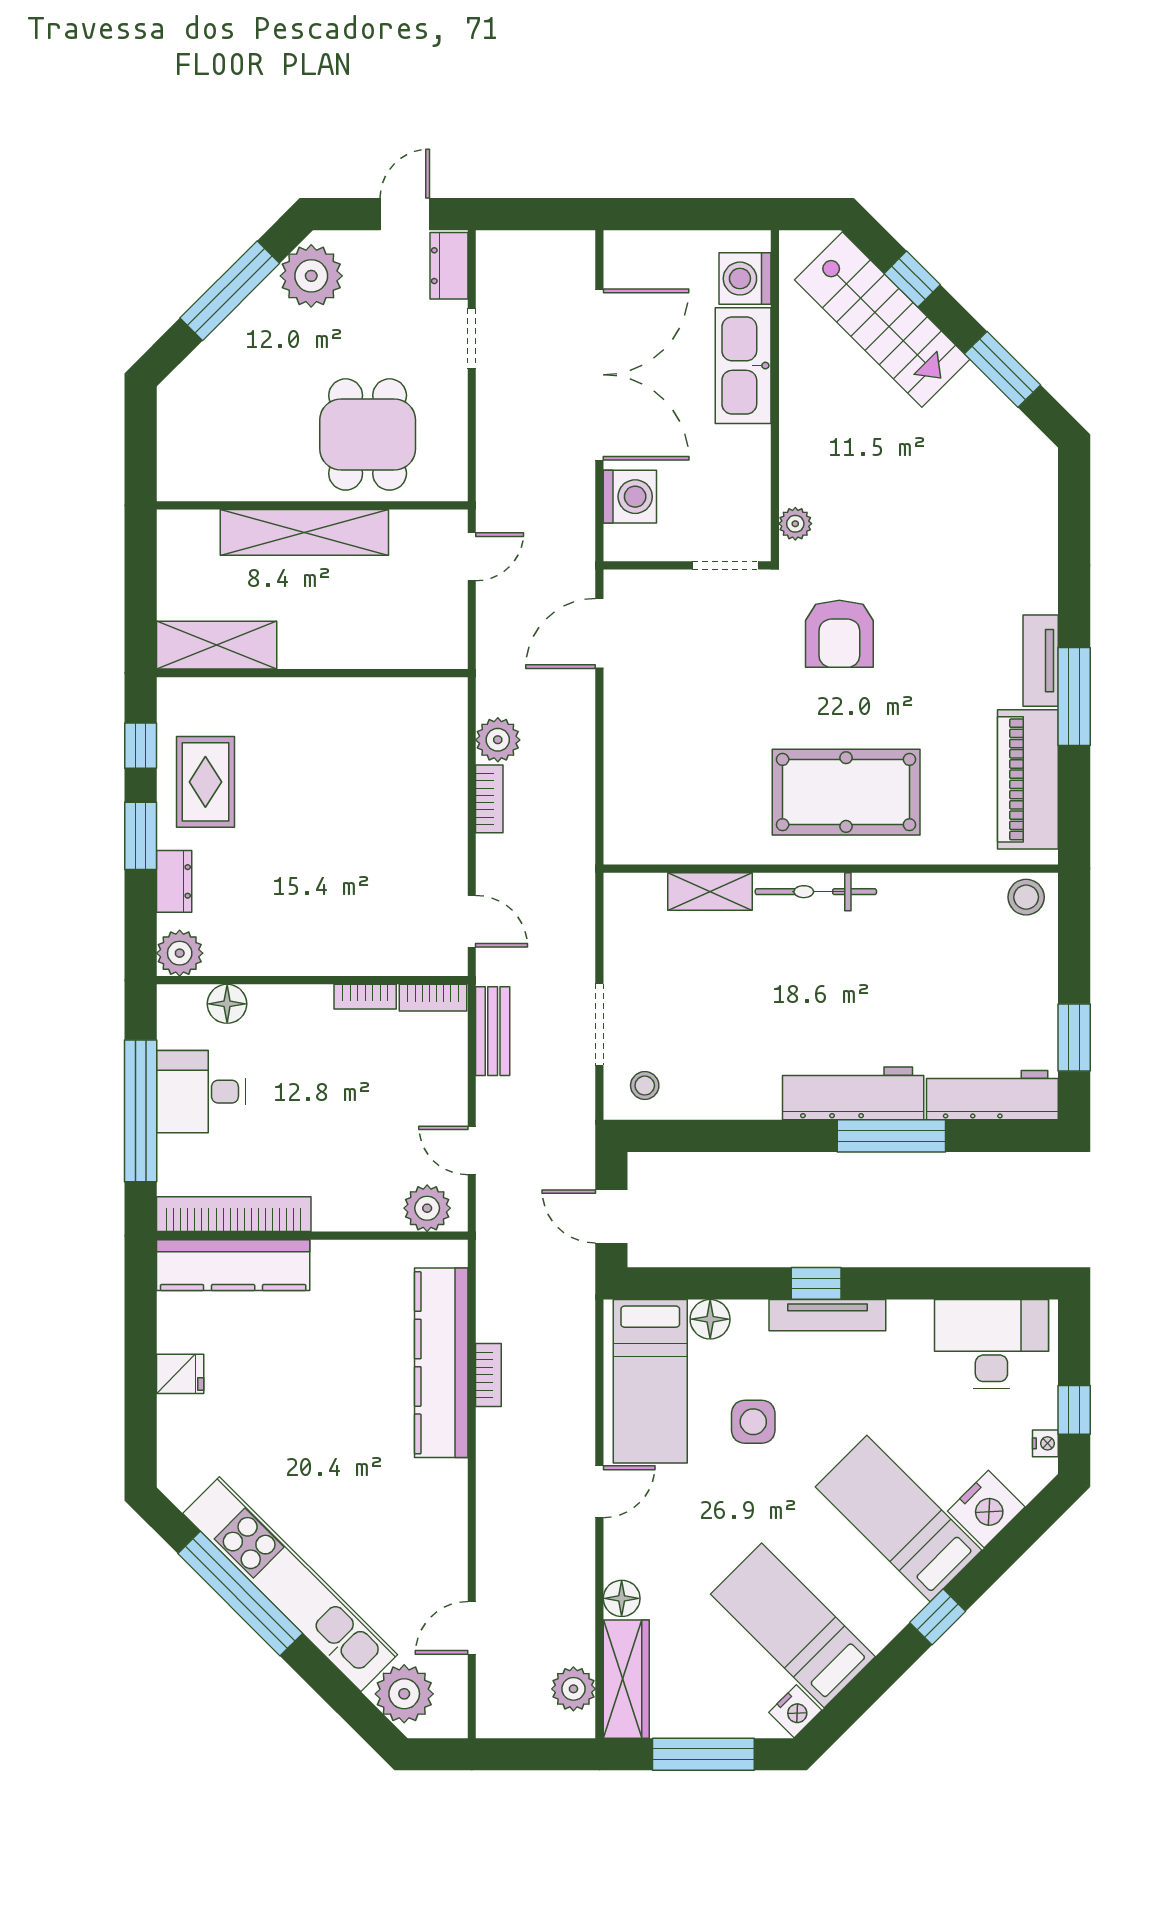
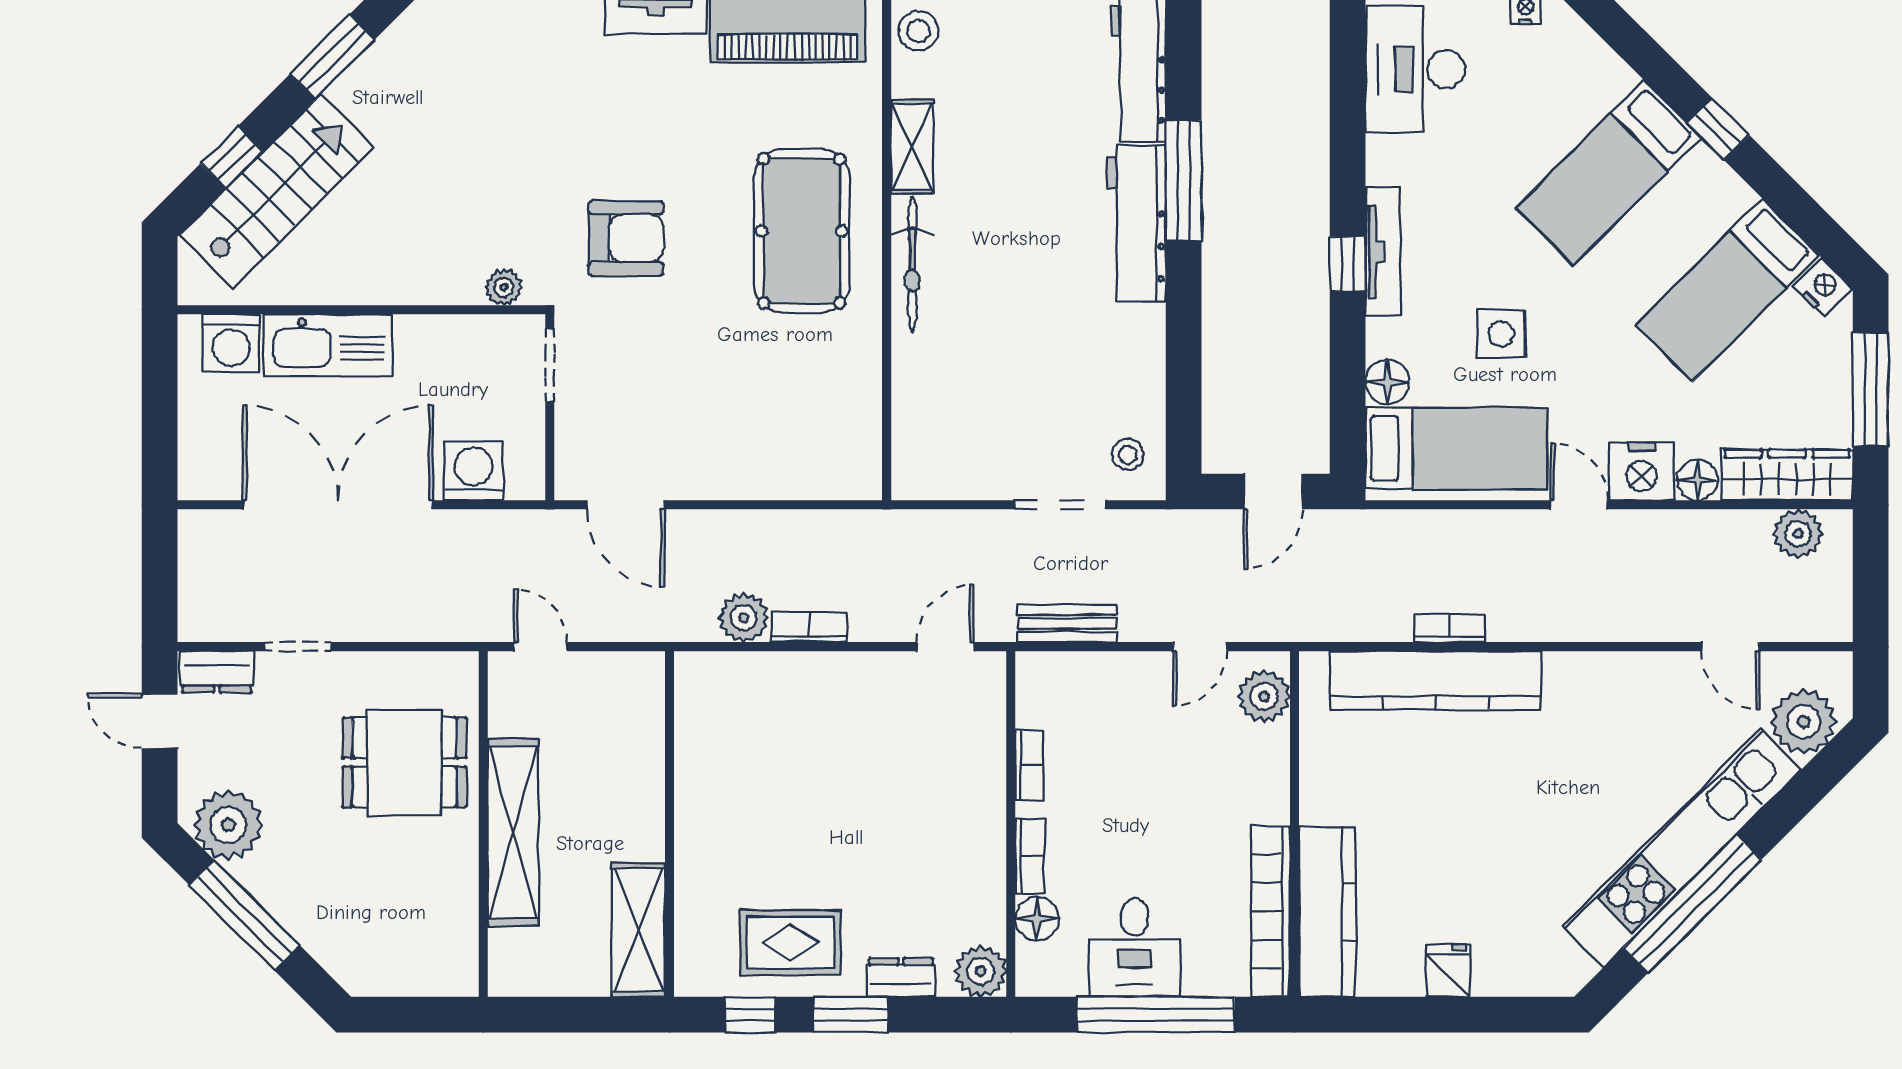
shelving: (710, 891) -> (912, 147), moved
bookcase: (433, 998) -> (1030, 856), moved
nightstand: (986, 1509) -> (1641, 471), moved, turned 135

